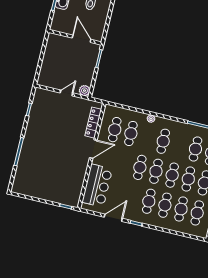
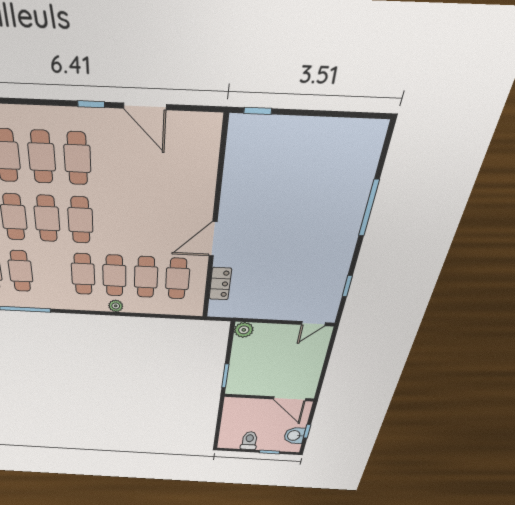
door: (82, 39) -> (290, 399), moved
door: (66, 93) -> (313, 324), moved
locker: (93, 123) -> (220, 284), width x0.66
cafe table: (140, 167) -> (114, 276), moved
bar counter: (97, 186) -> (193, 170), removed
door: (113, 218) -> (145, 106), hinge flipped

